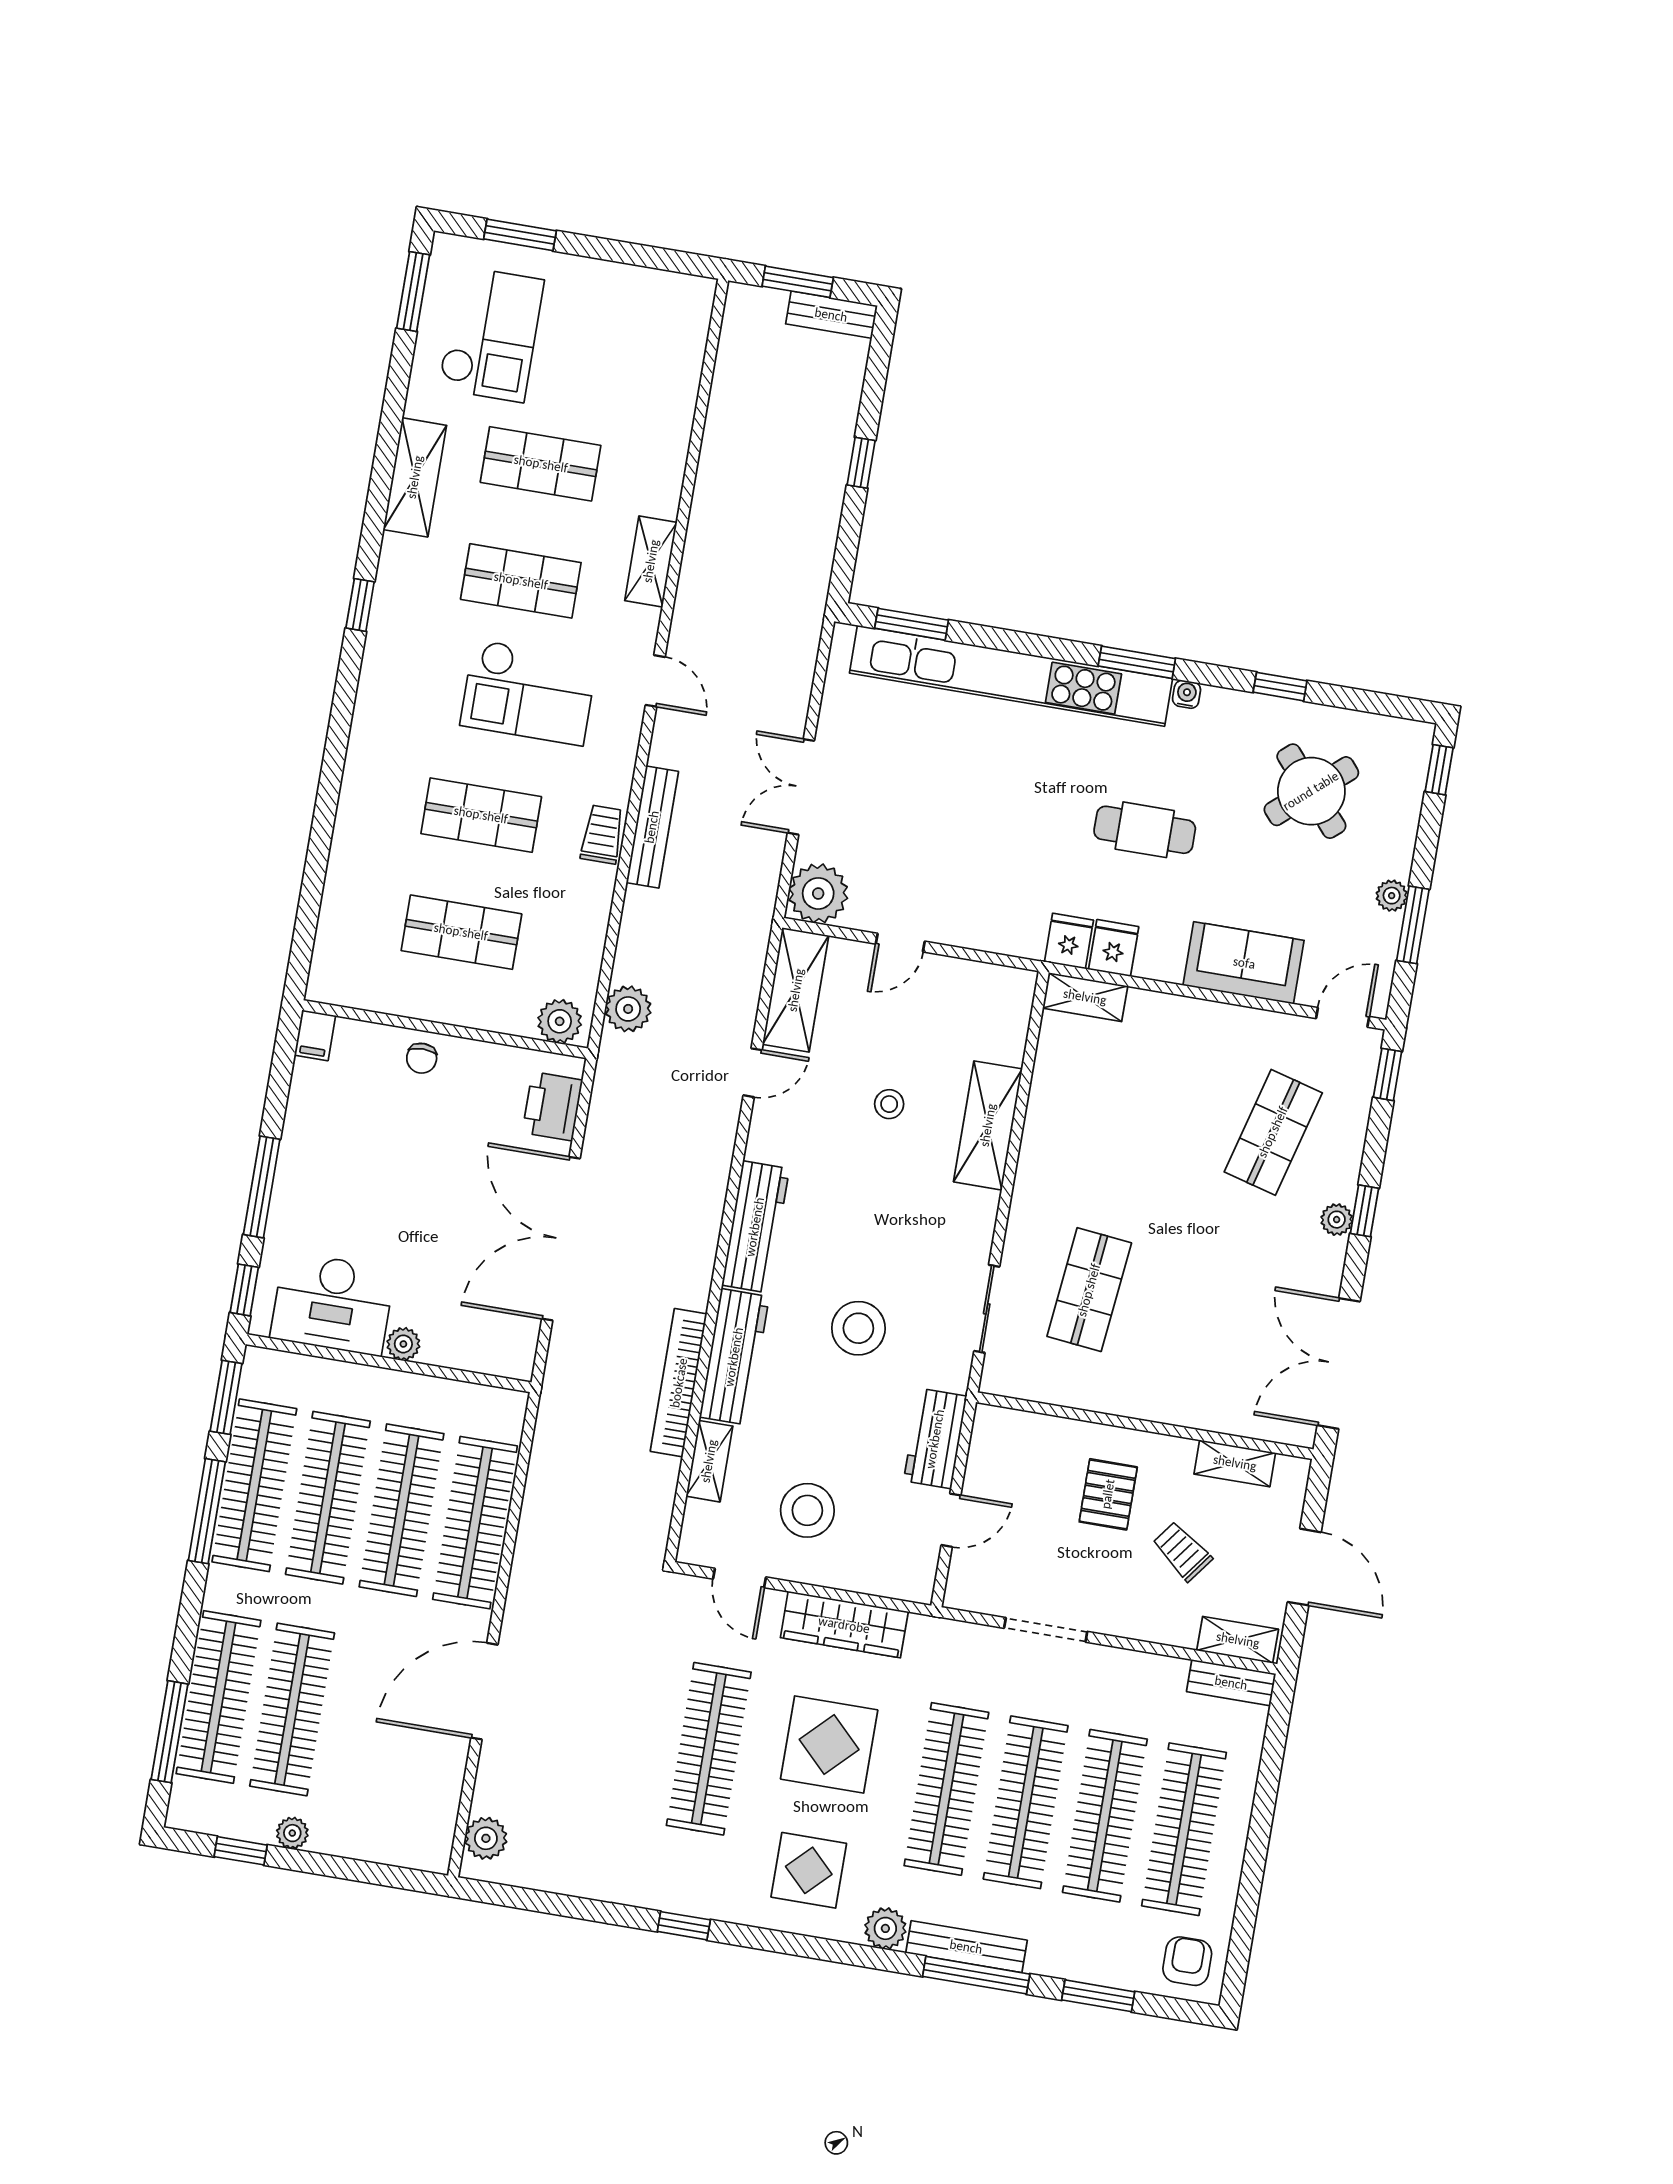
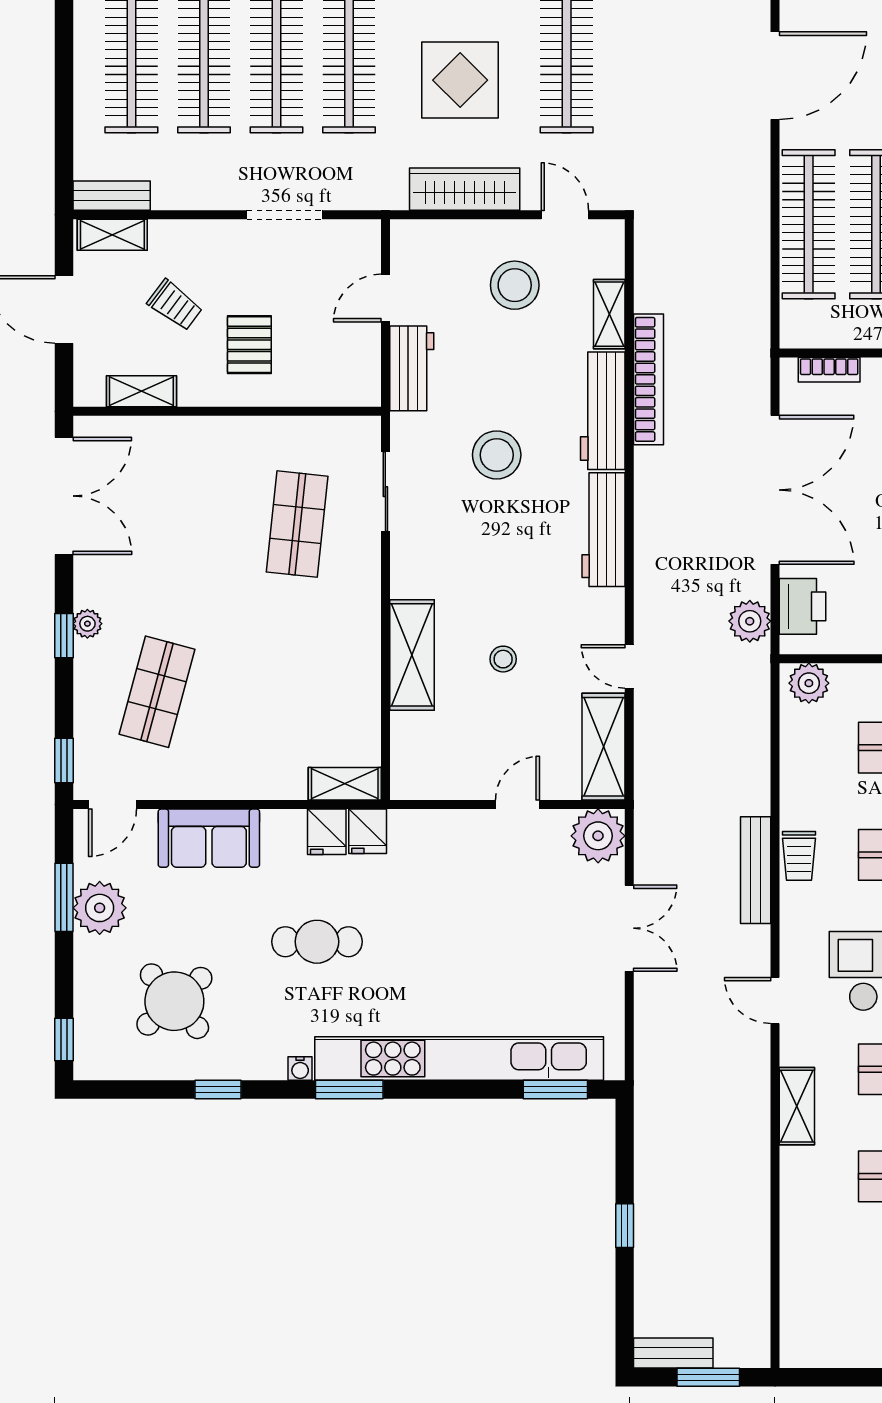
plant: (1392, 896) -> (100, 908), width x1.87, depth x1.87
plant: (628, 1009) -> (750, 621), moved
door: (753, 1073) -> (629, 666), hinge flipped
bookcase: (480, 1360) -> (829, 370), added

